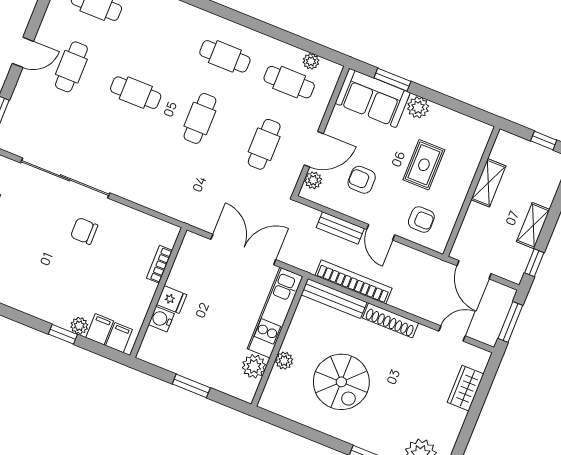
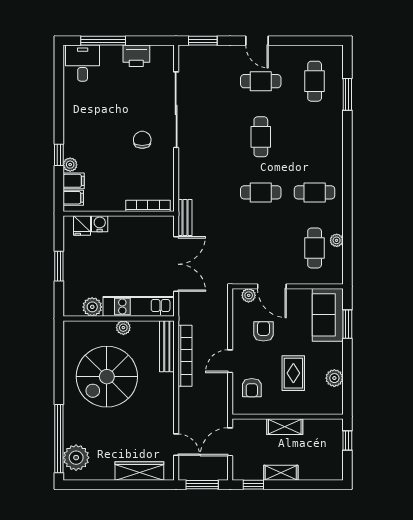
cafe table: (225, 56) -> (315, 192), turned 90
plant: (311, 61) -> (337, 240), moved
plant: (418, 107) -> (334, 378), moved
window: (544, 140) -> (347, 441), moved
cafe table: (264, 144) -> (261, 248), removed
rug: (424, 165) -> (293, 373), turned 90
shelving: (488, 183) -> (285, 427), moved
bench: (340, 228) -> (185, 217), moved
bookcase: (159, 264) -> (148, 206), width x1.56
fridge: (172, 300) -> (82, 226), moved
shoe rack: (390, 320) -> (167, 395), removed
plant: (284, 361) -> (123, 328), moved
spiral stairs: (341, 382) -> (107, 377), width x1.37, depth x1.37
wardrobe: (466, 388) -> (139, 471), width x1.50

